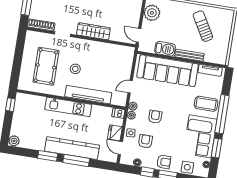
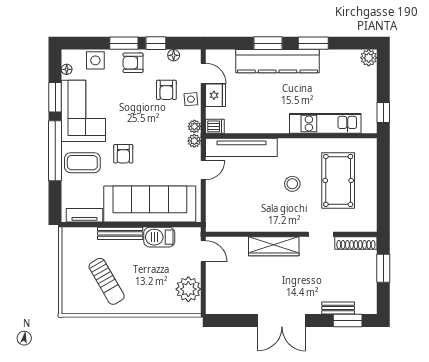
tv unit: (88, 95) -> (241, 147), moved
kitchen unit: (68, 107) -> (325, 123), moved
armchair: (155, 117) -> (123, 154), moved
window: (76, 160) -> (268, 43), width x0.69

